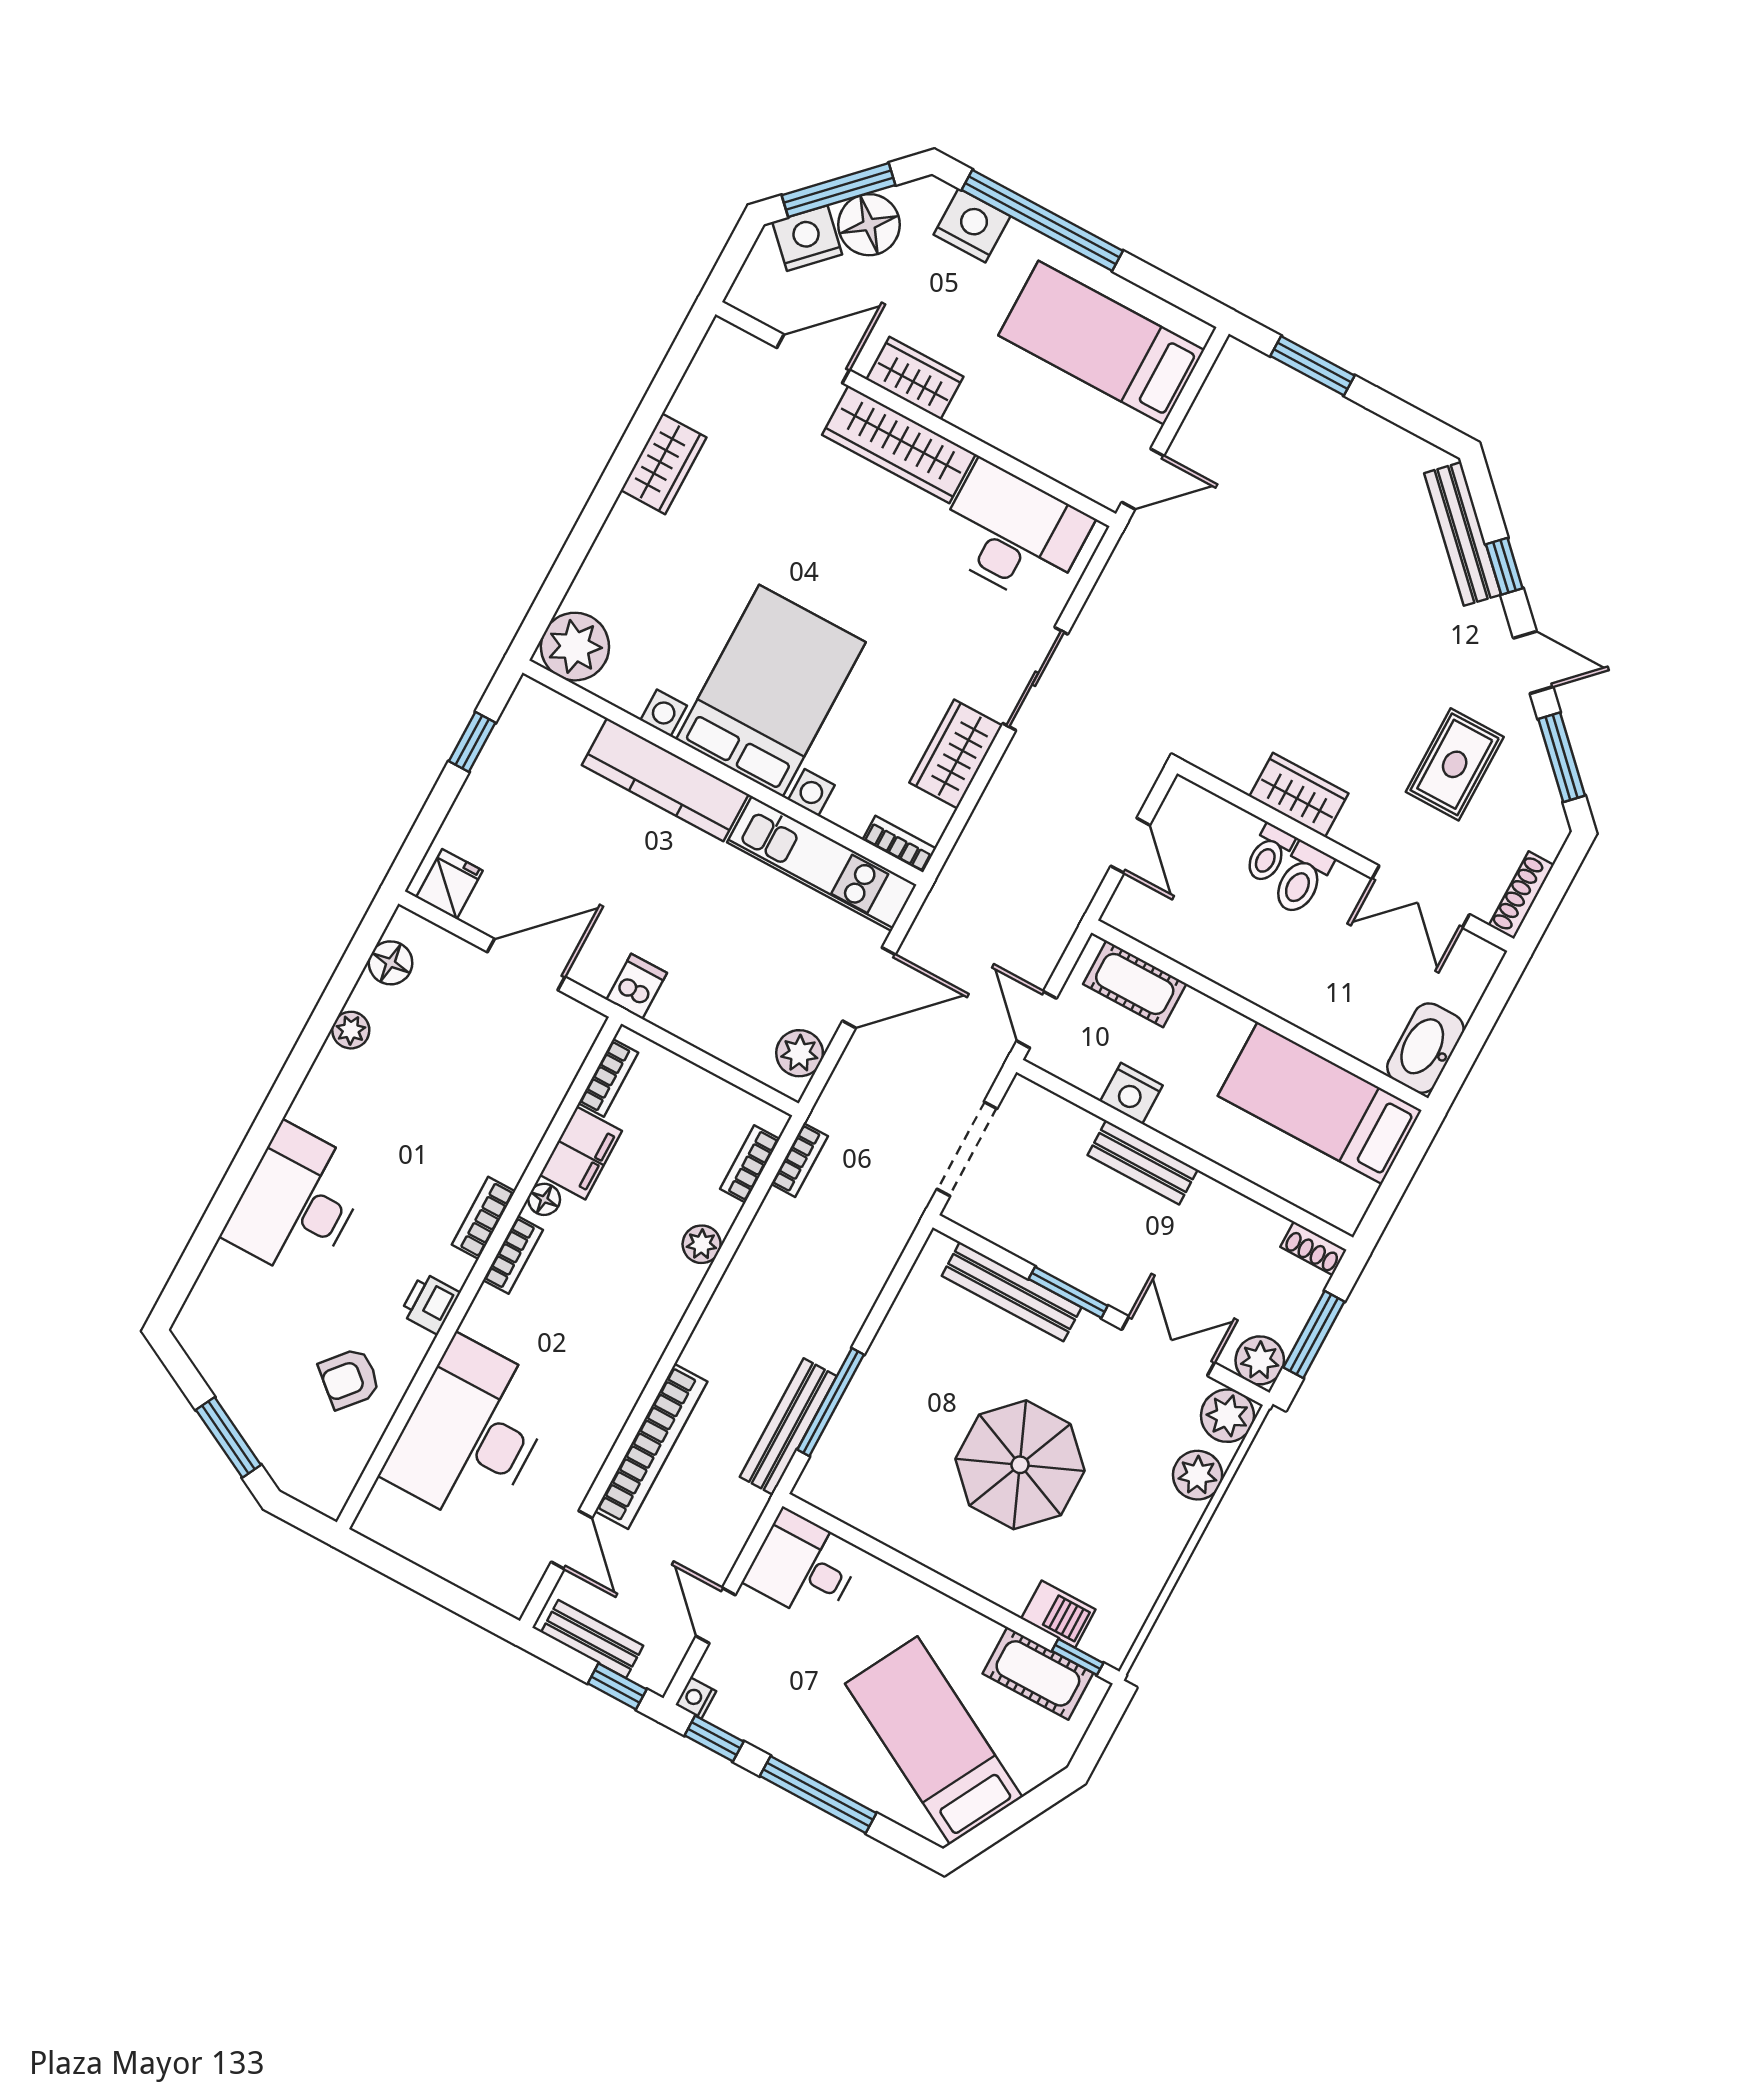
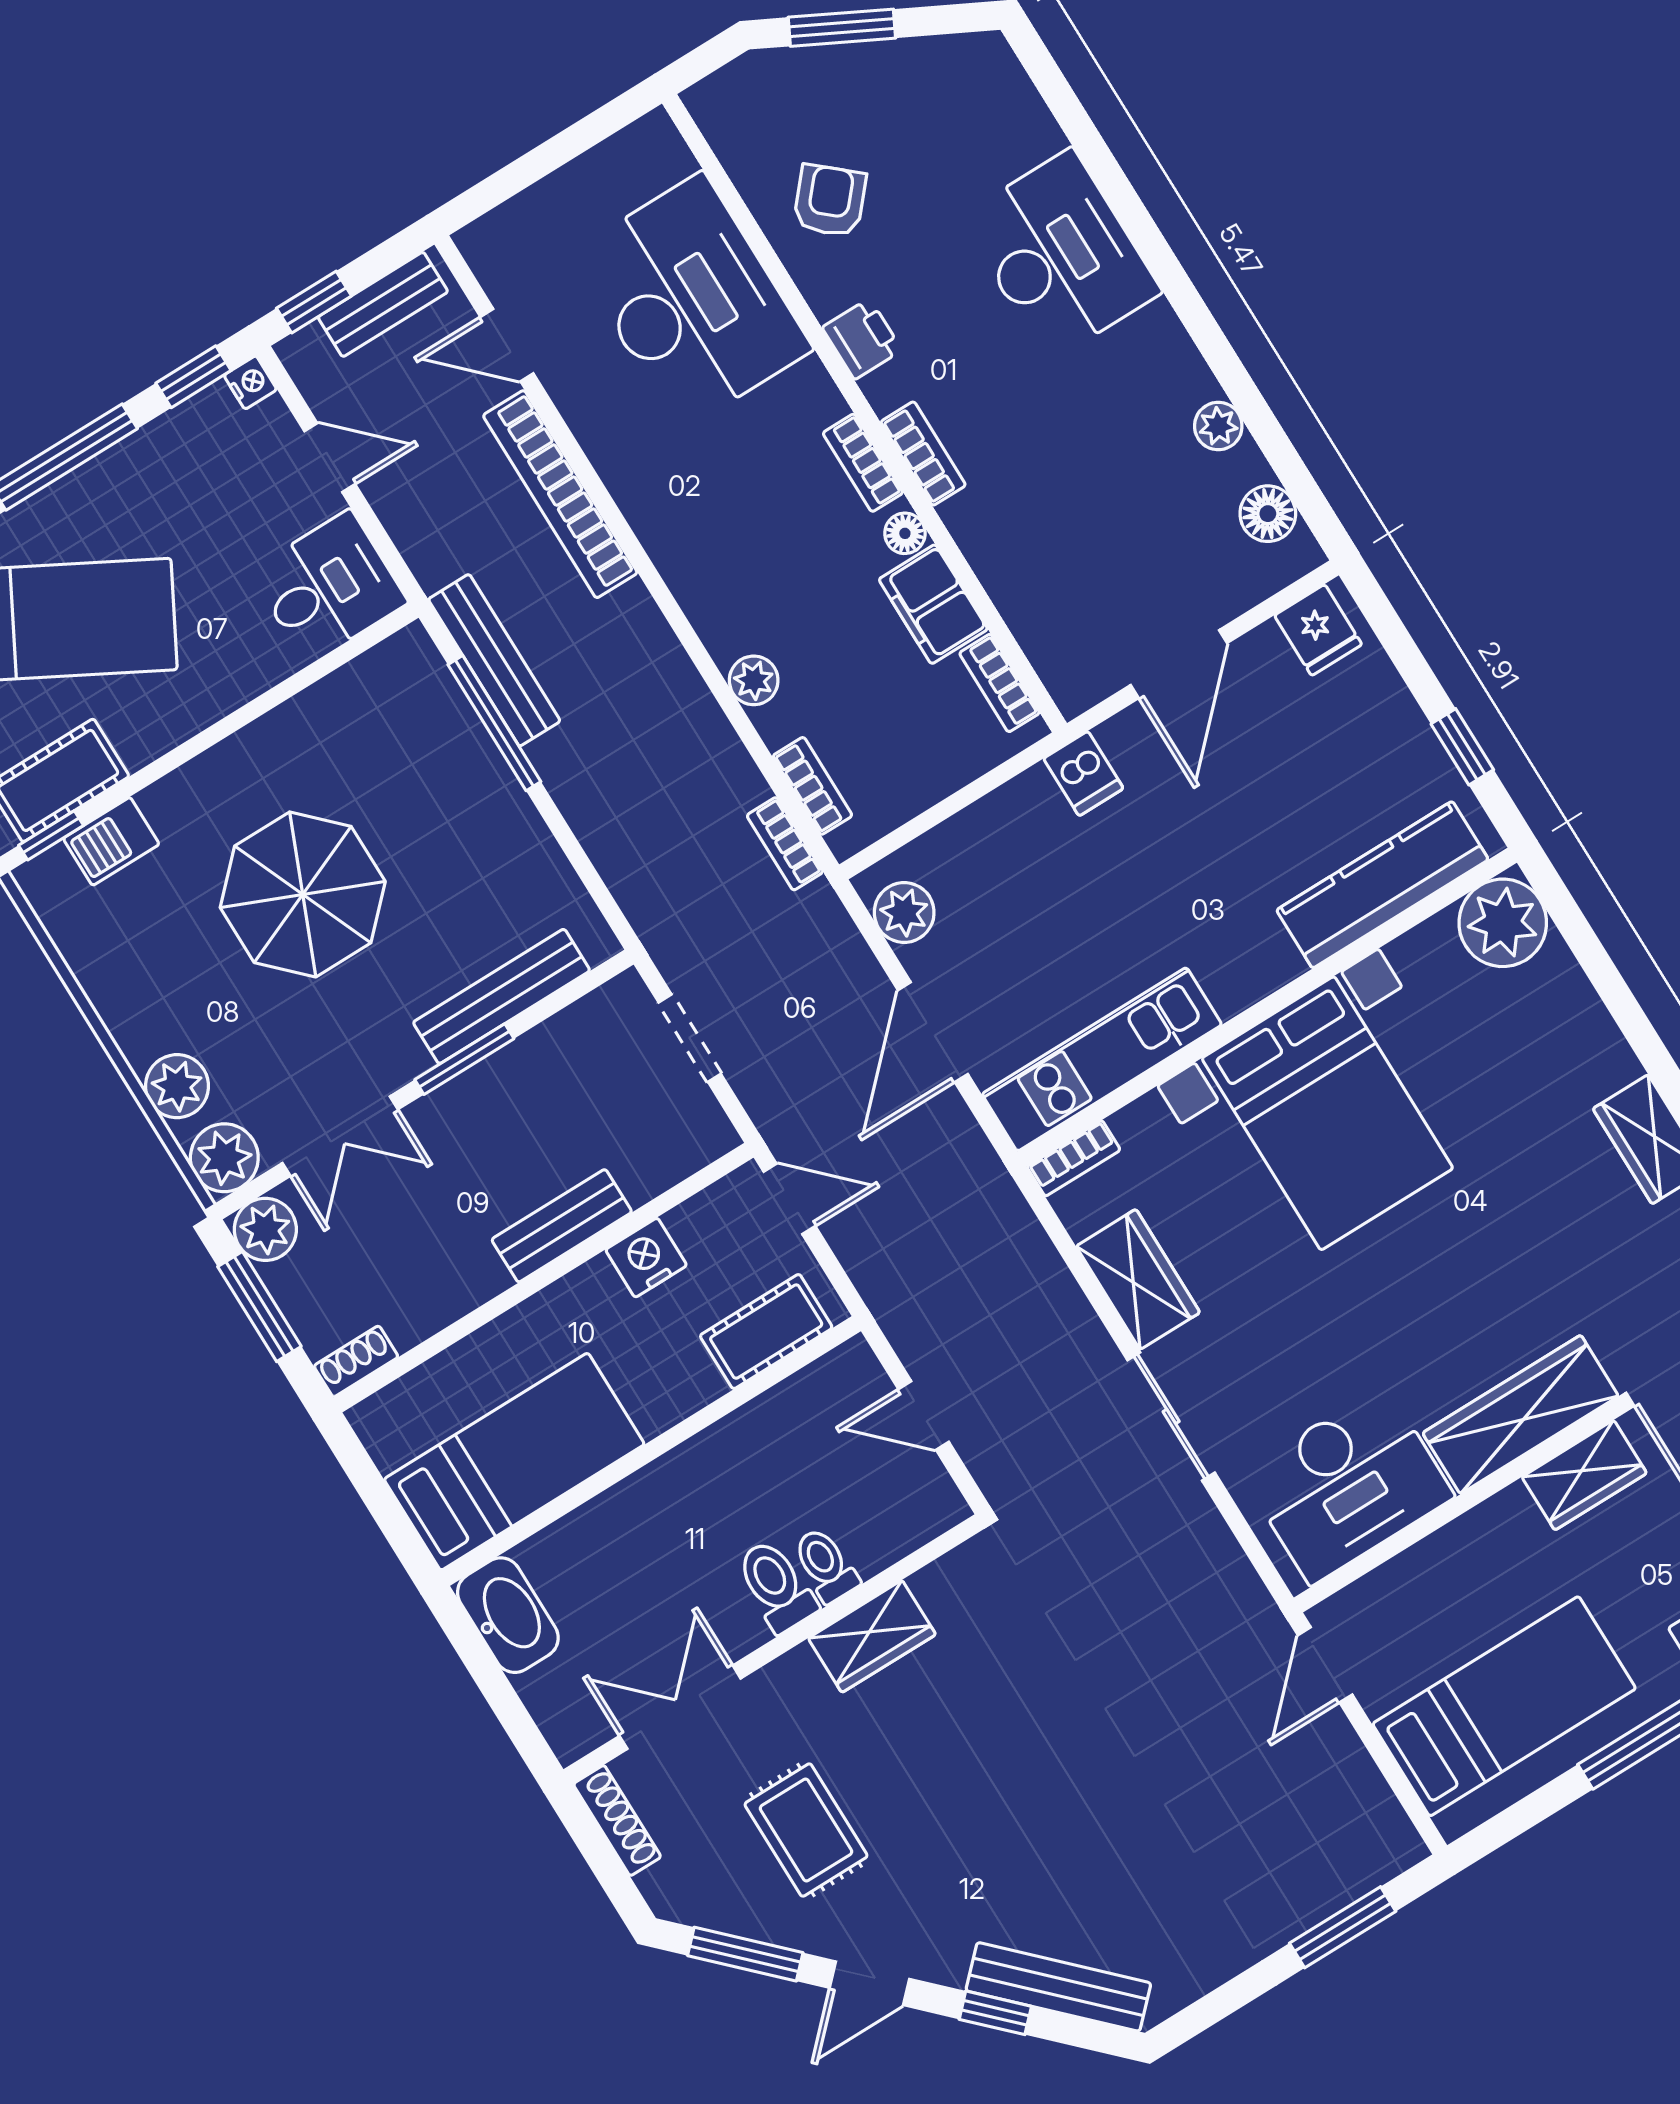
kitchen counter: (665, 780) -> (1382, 885), moved
doorway: (967, 1149) -> (690, 1038), width x0.73

